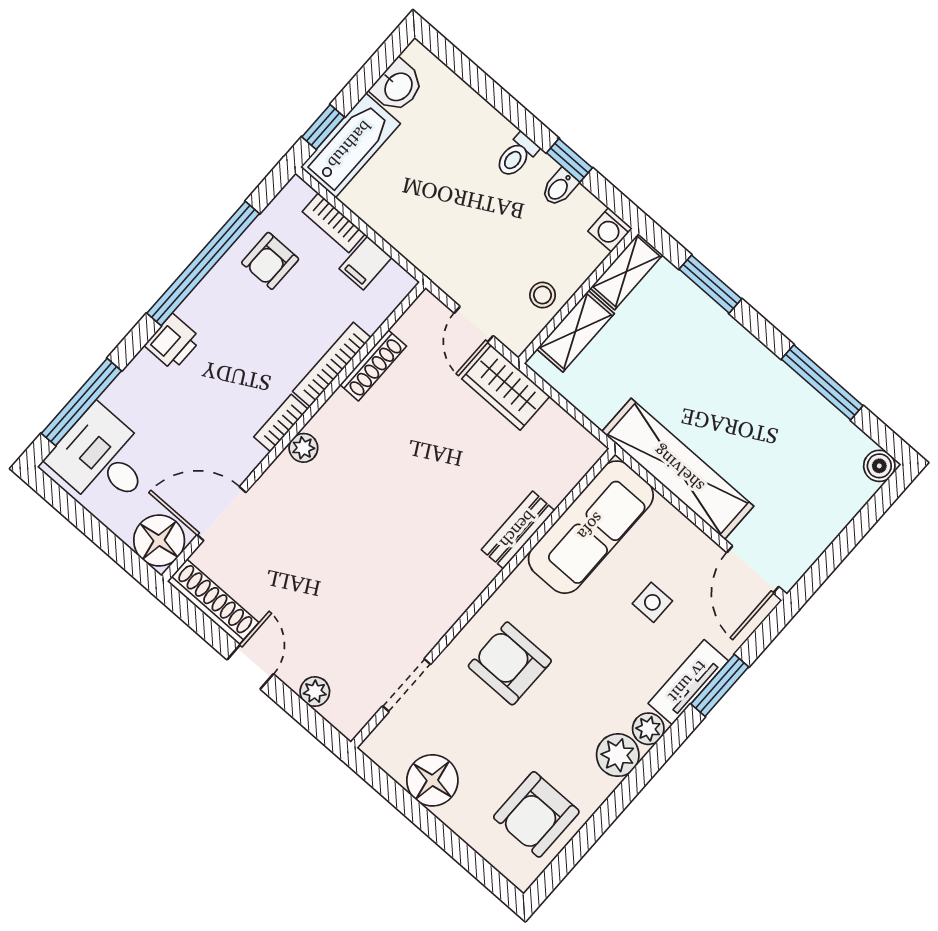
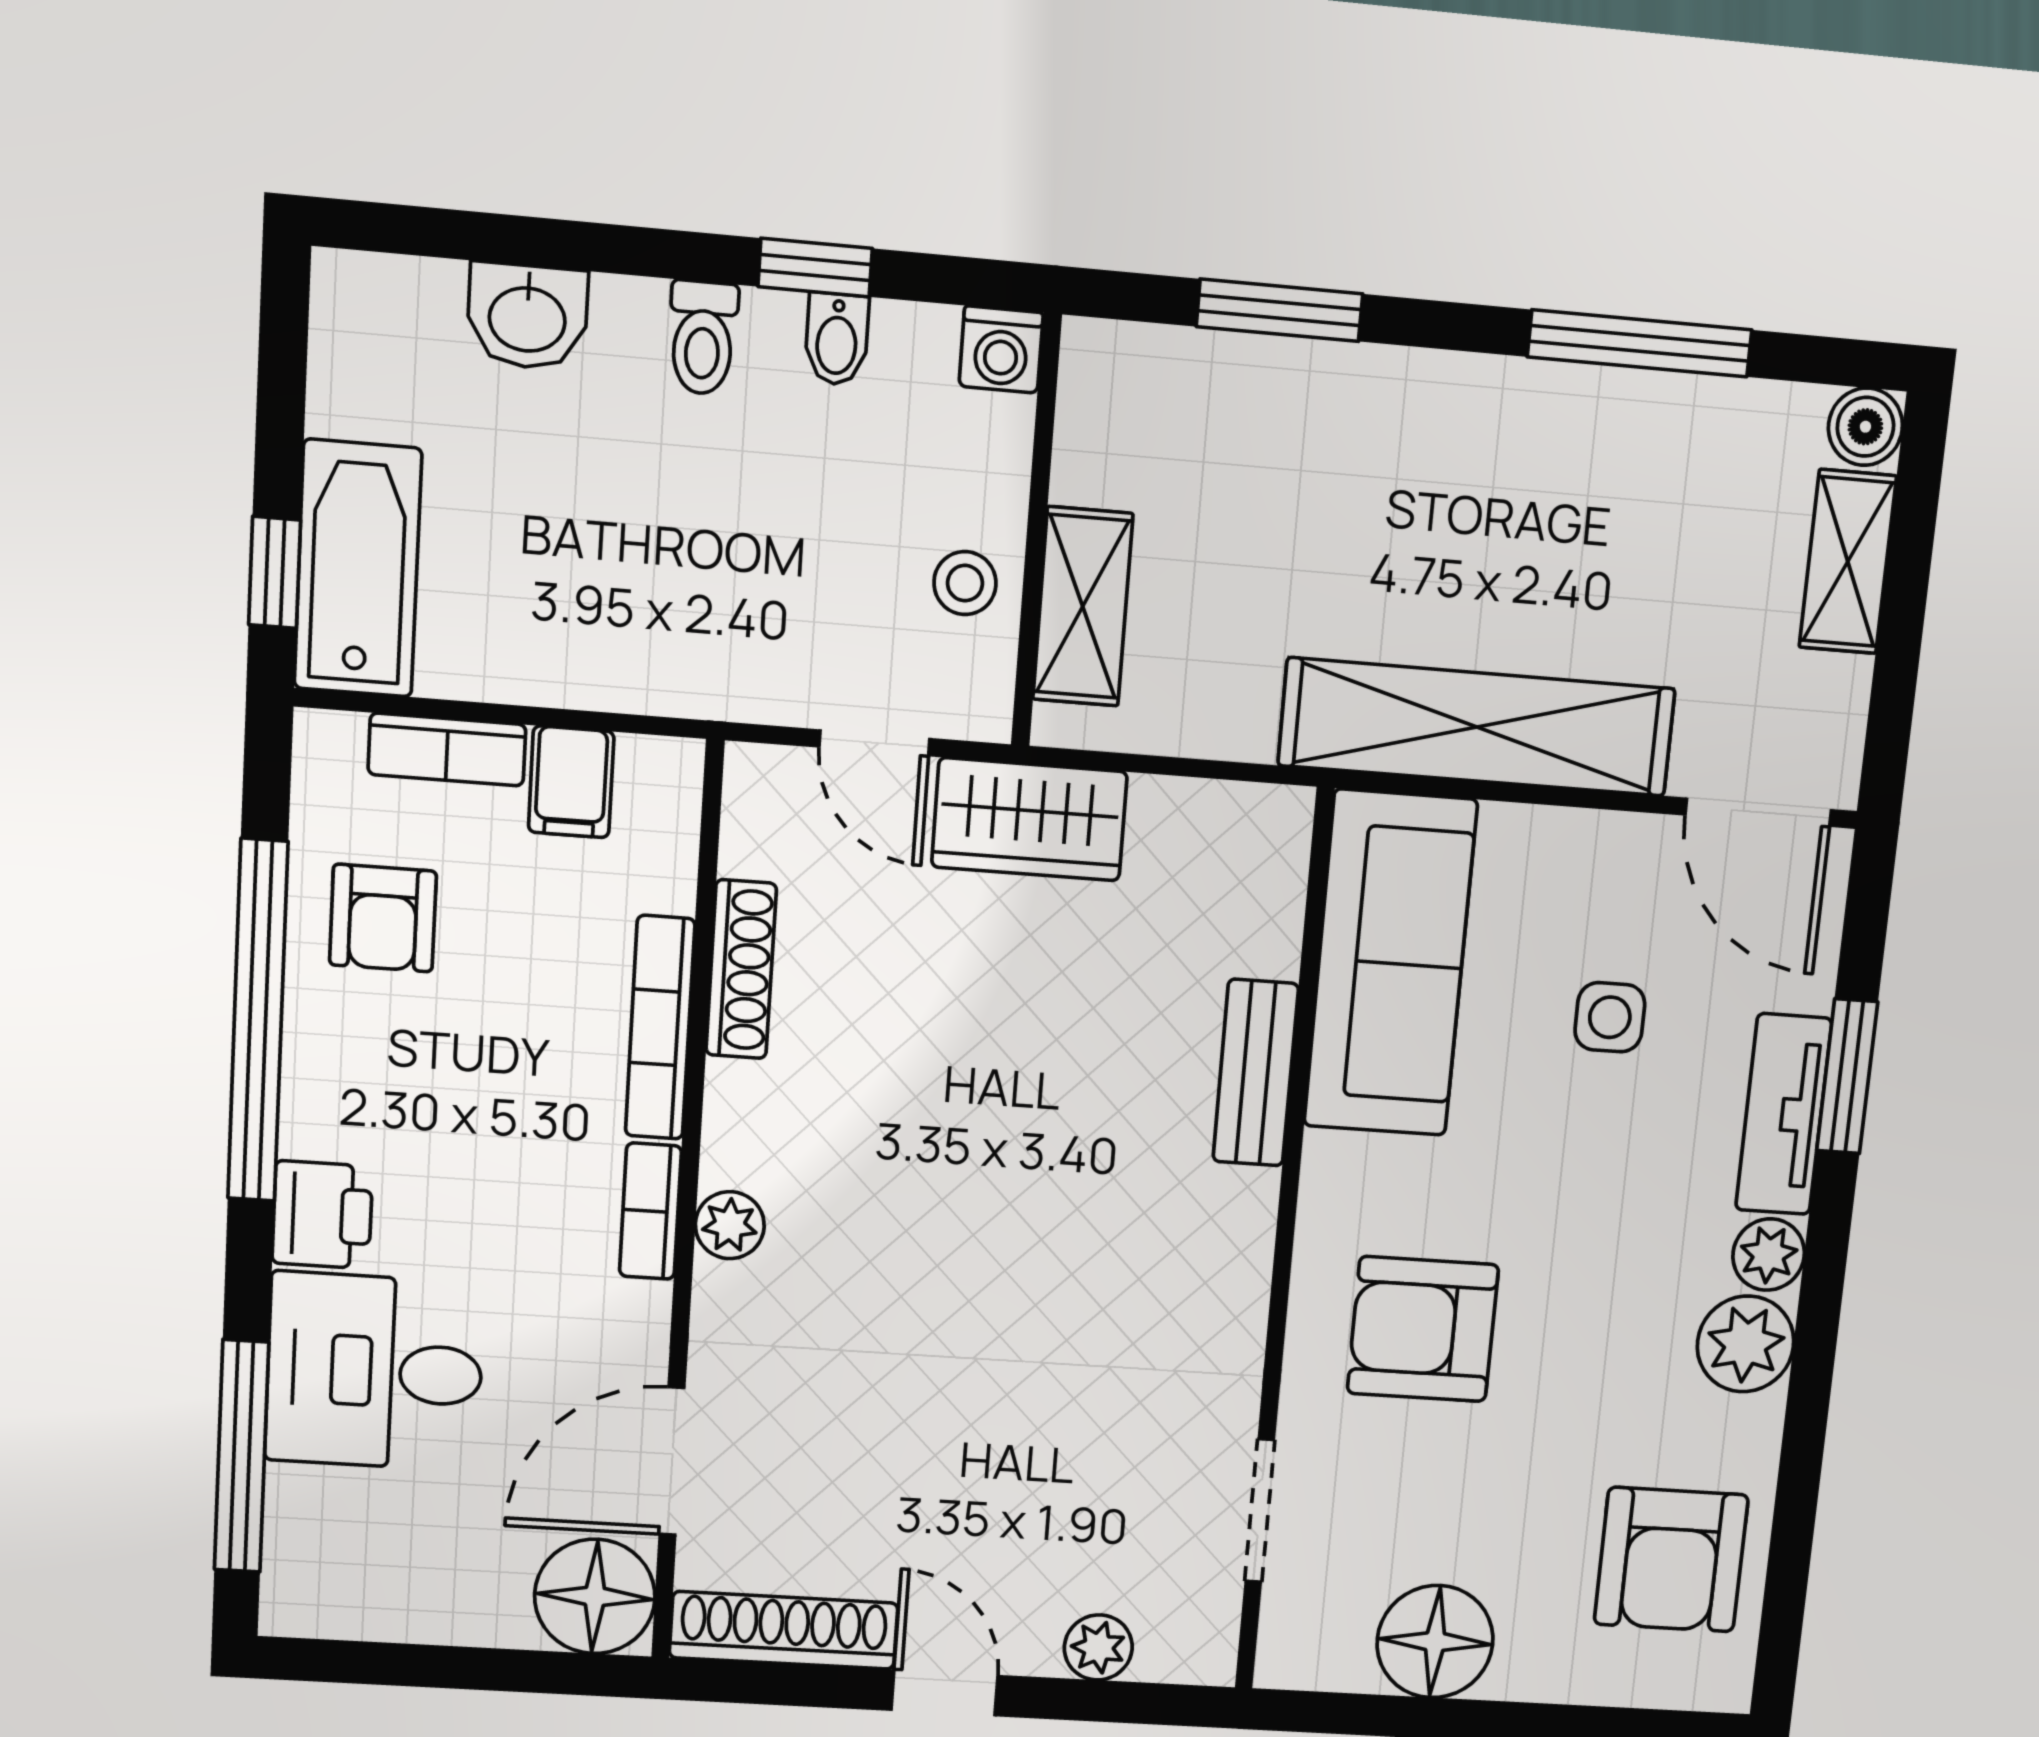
washbasin: (398, 86) -> (527, 316), moved, turned 90
shelving: (626, 272) -> (1848, 562), moved
desk: (102, 459) -> (375, 1372), moved

